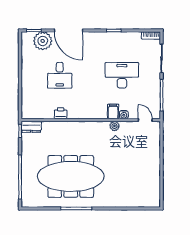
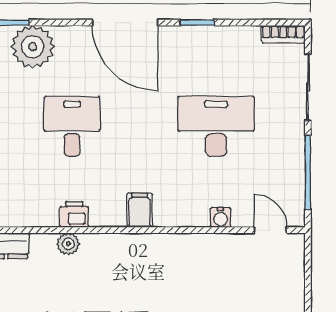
door: (68, 30) -> (125, 23), moved
desk: (60, 75) -> (72, 126), turned 180
filing cabinet: (113, 111) -> (140, 210), moved
plant: (114, 126) -> (68, 244), moved

